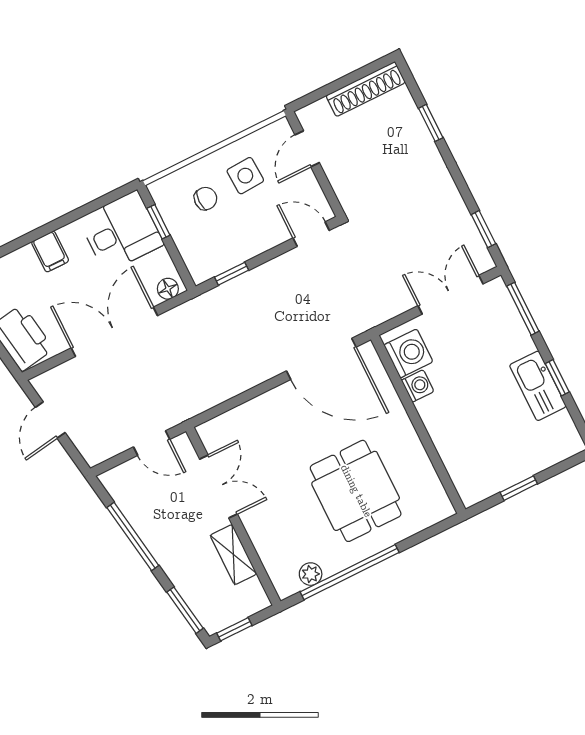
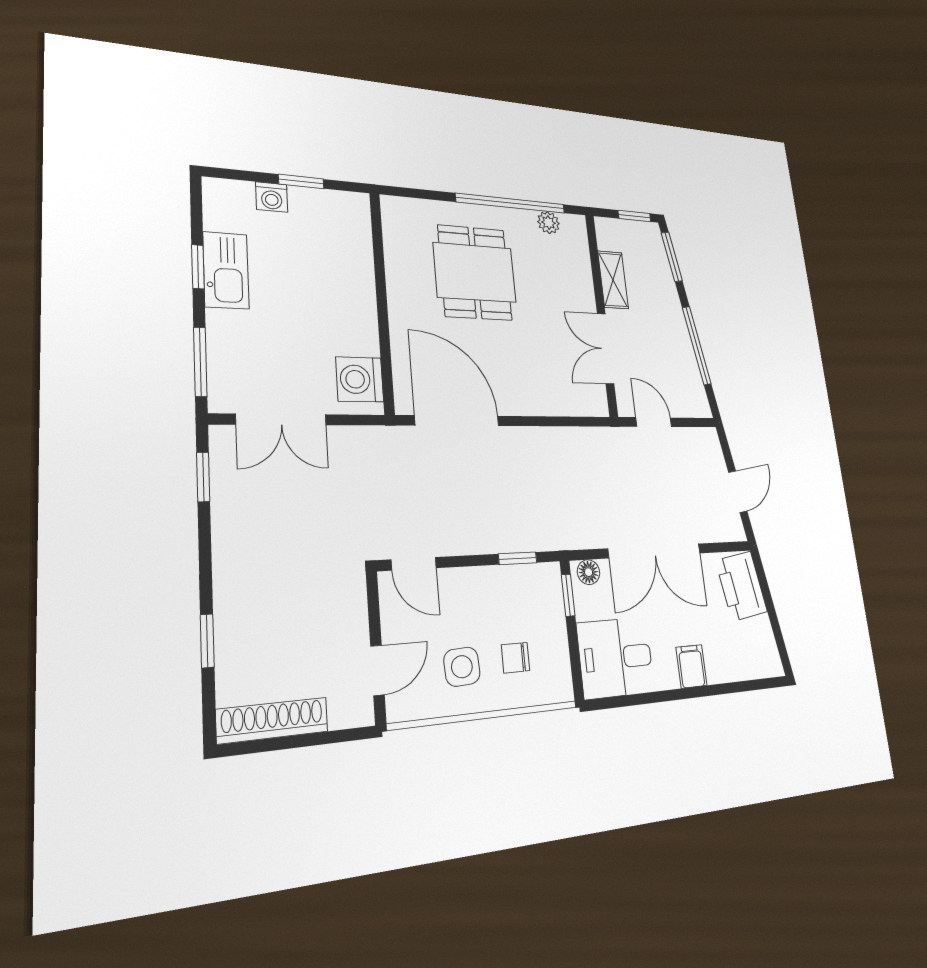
window: (158, 222) -> (568, 595), moved
washing machine: (418, 386) -> (272, 197), moved, turned -90

